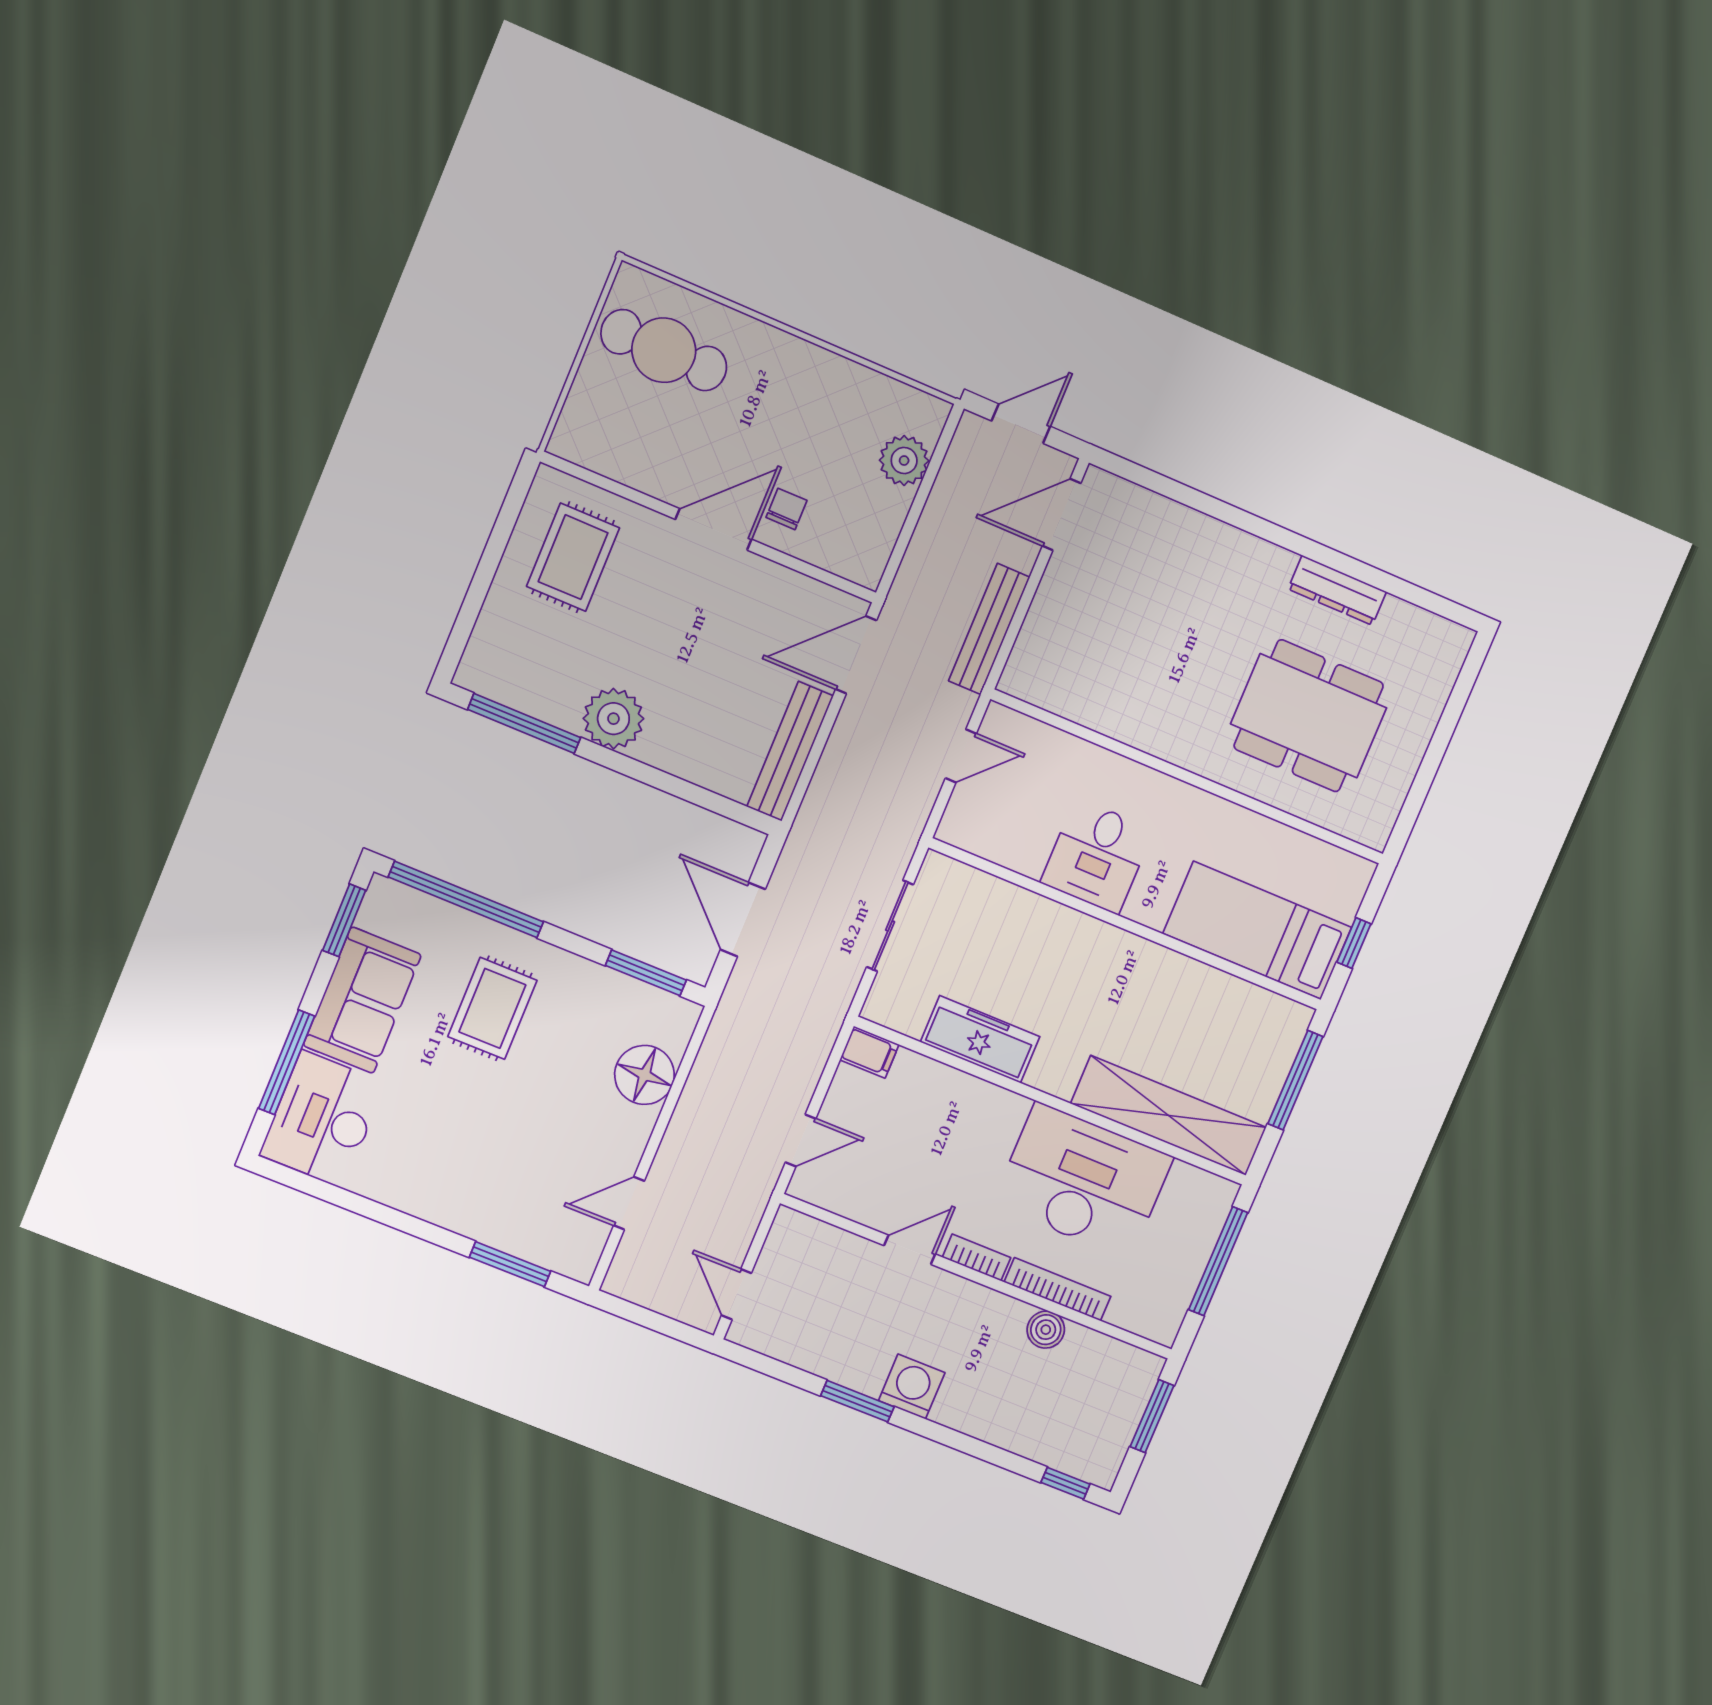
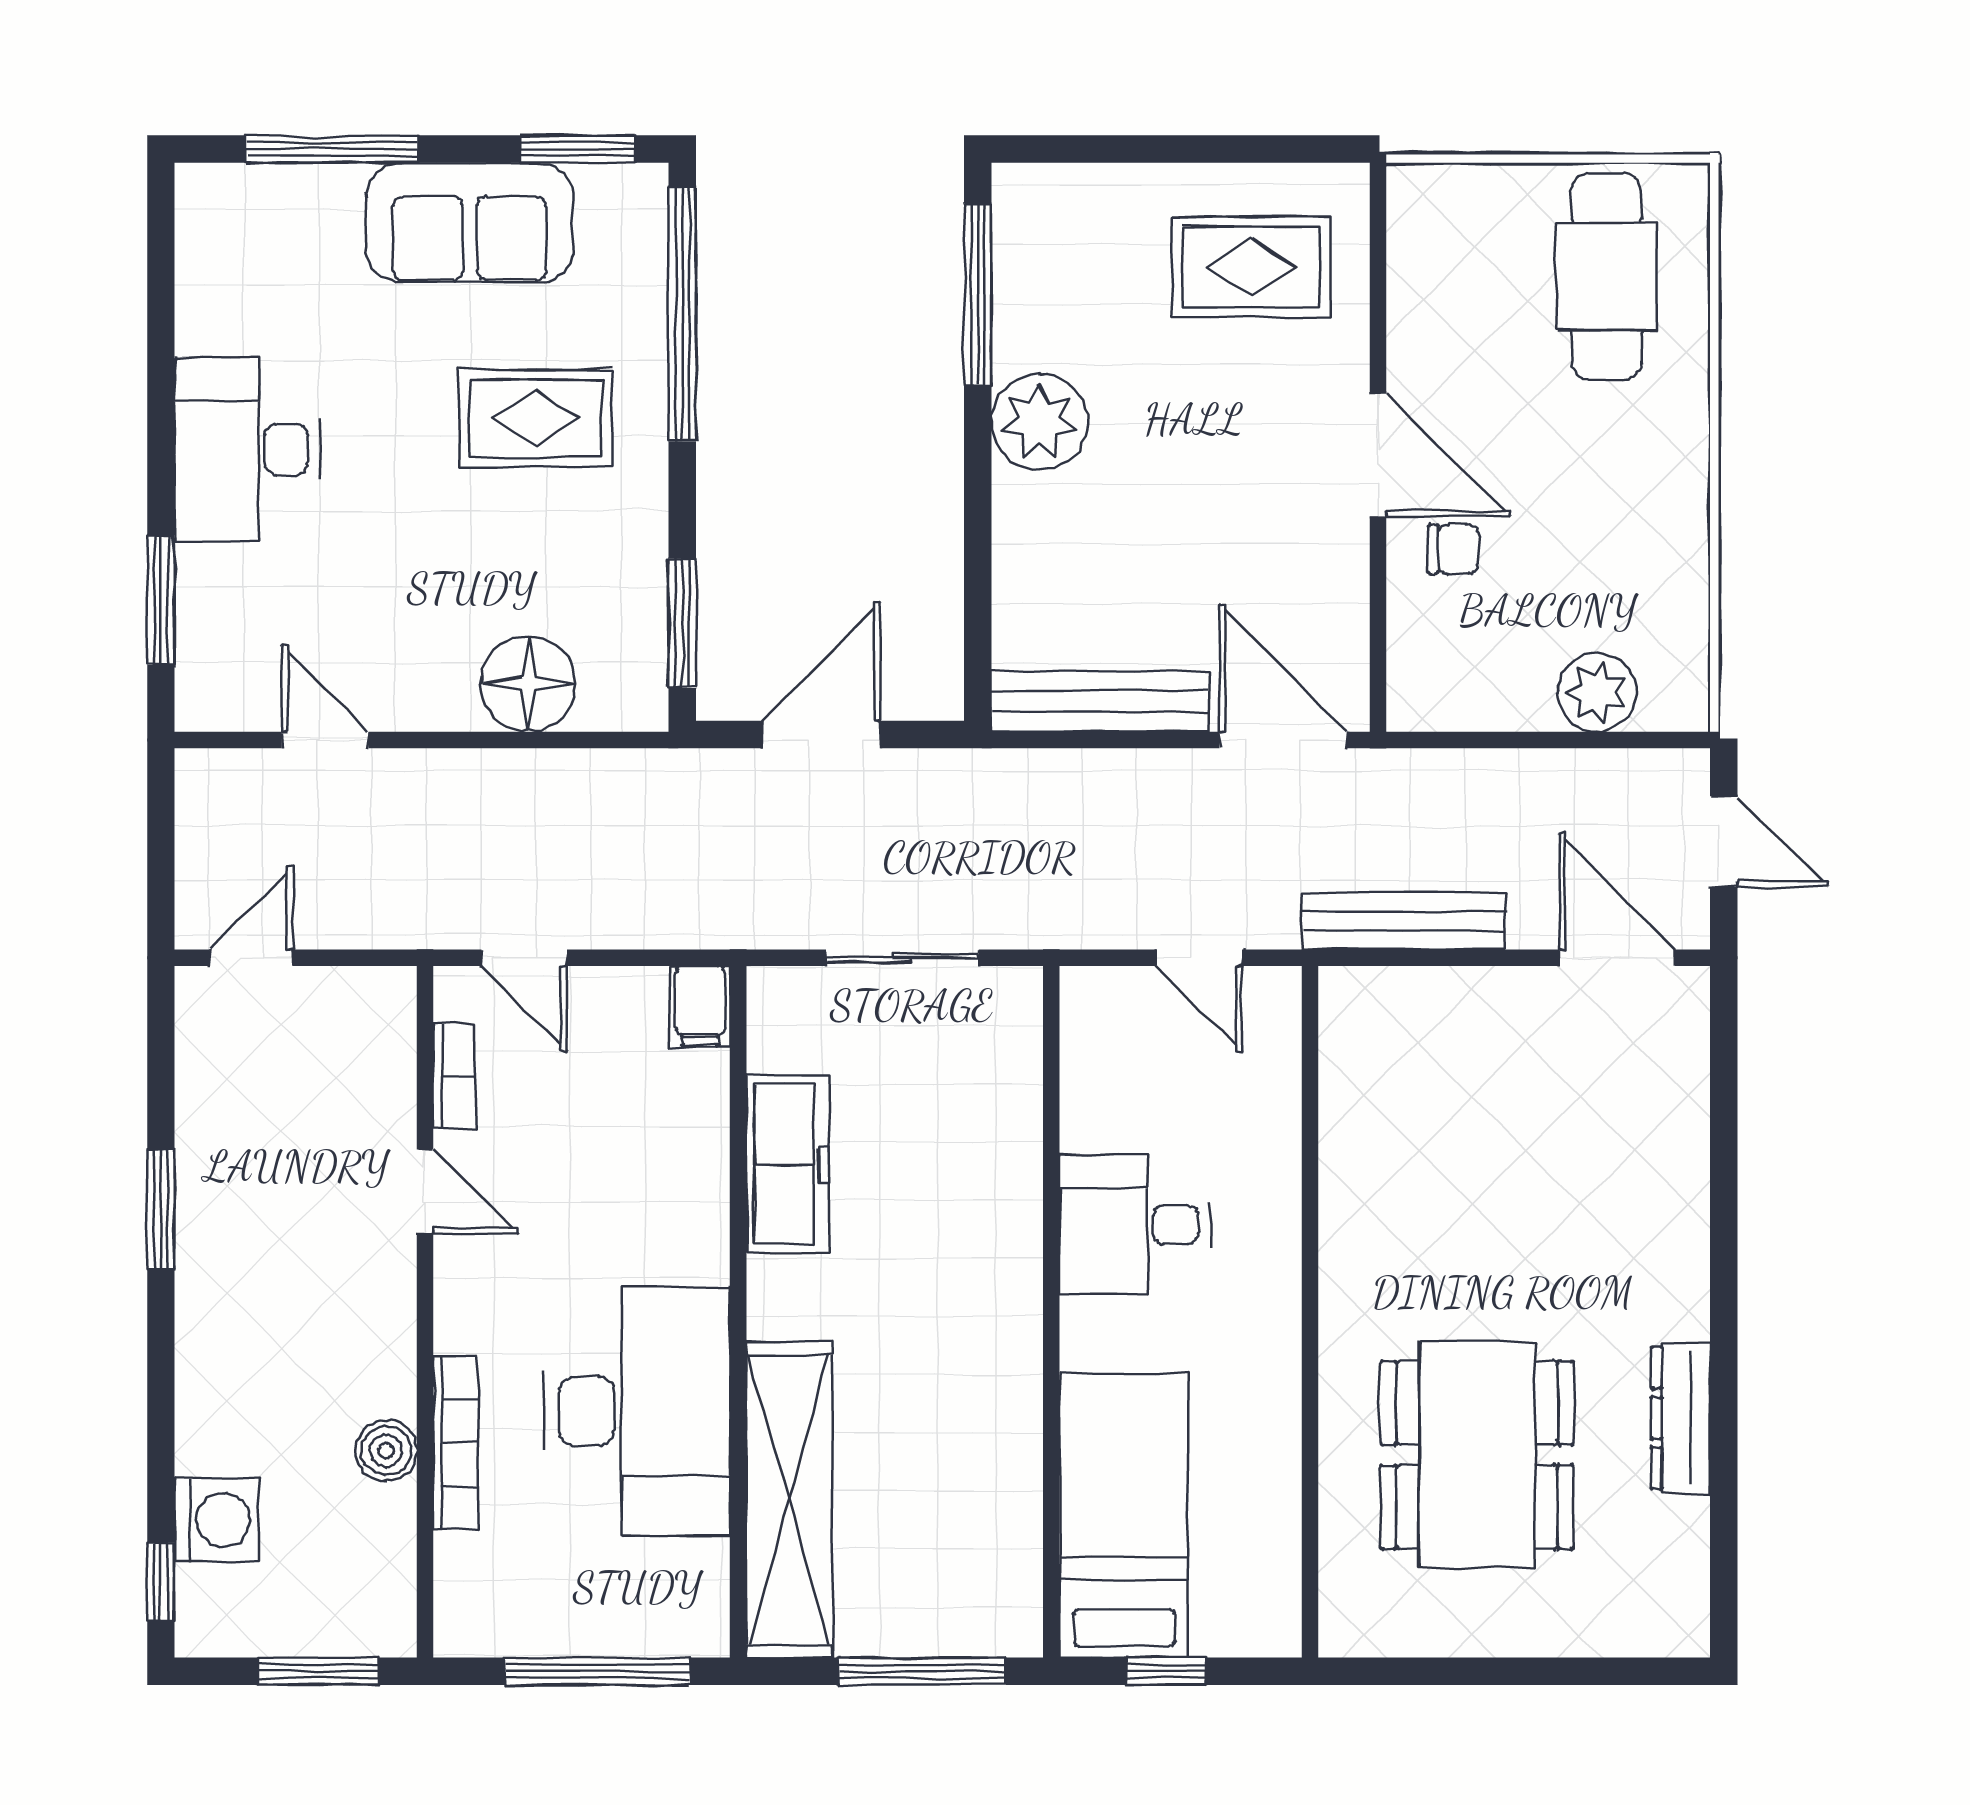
desk: (323, 1119) -> (247, 450), moved, turned -90
bookcase: (977, 1258) -> (454, 1076), moved
washing machine: (912, 1387) -> (216, 1520), moved

